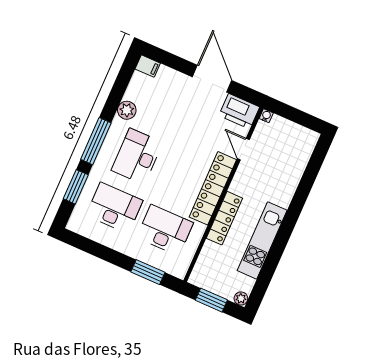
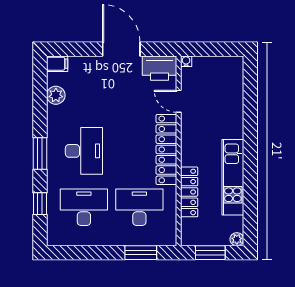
plant: (127, 110) -> (56, 95), moved
window: (96, 141) -> (40, 154), width x0.69
desk: (137, 156) -> (84, 151), turned 180
window: (76, 187) -> (40, 204), width x0.67
locker: (224, 218) -> (189, 192), moved

